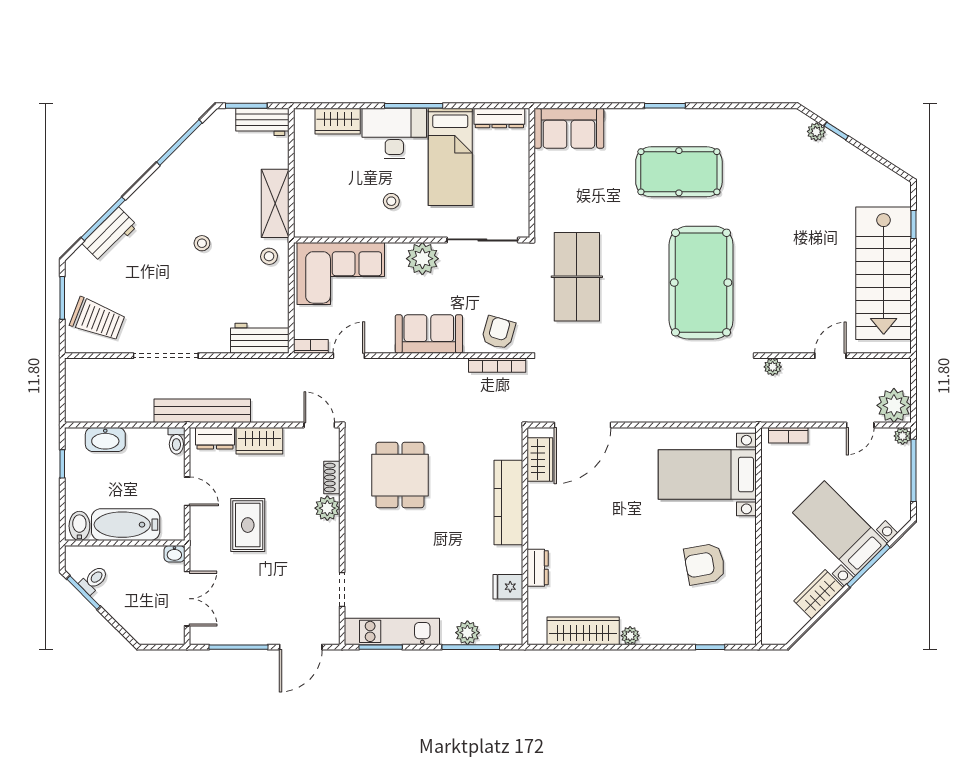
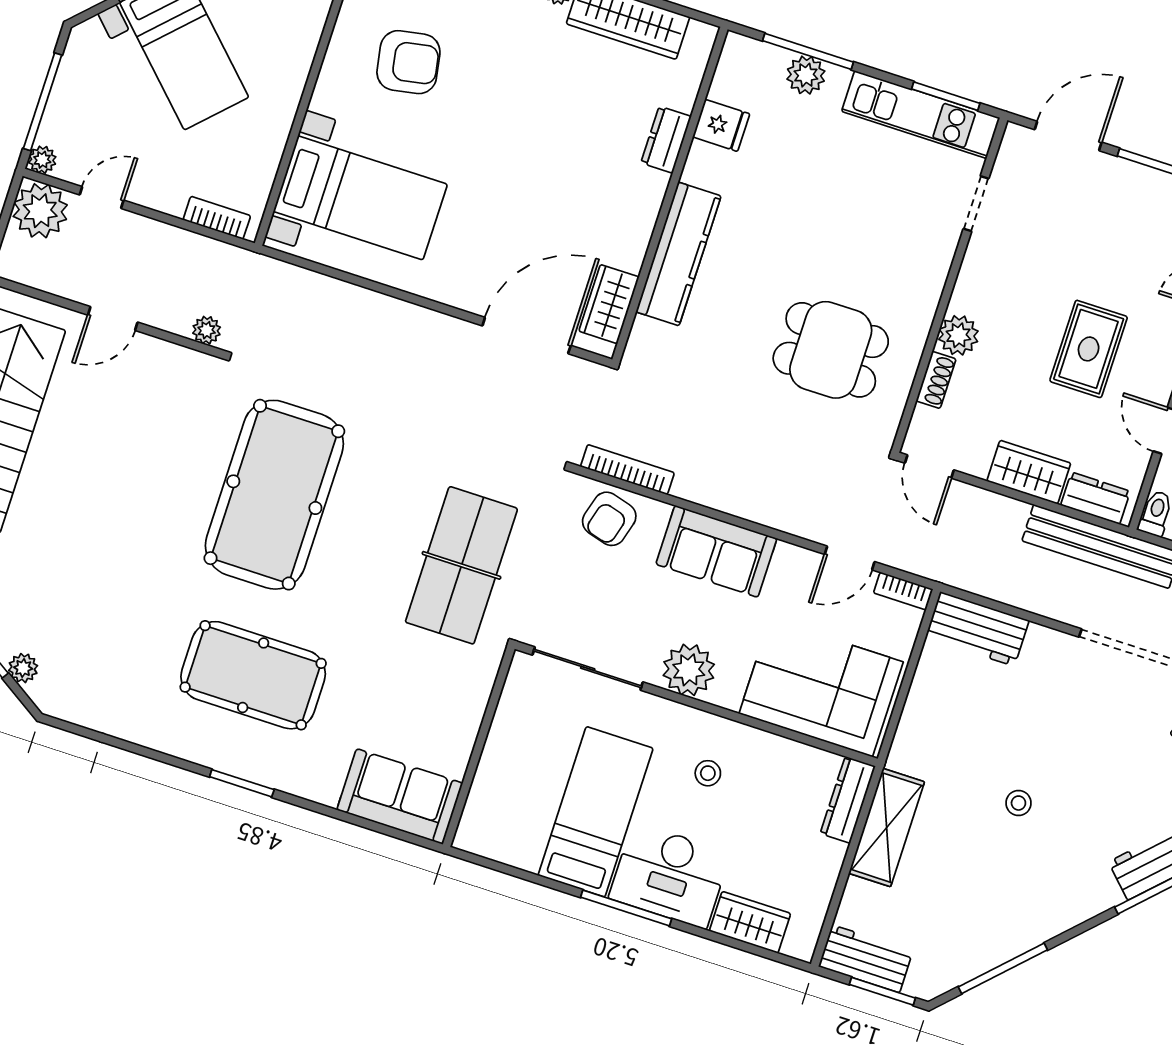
dresser: (499, 118) -> (848, 800), moved, turned -90
stool: (269, 256) -> (922, 750), removed
dining table: (400, 475) -> (831, 350), turned 90

